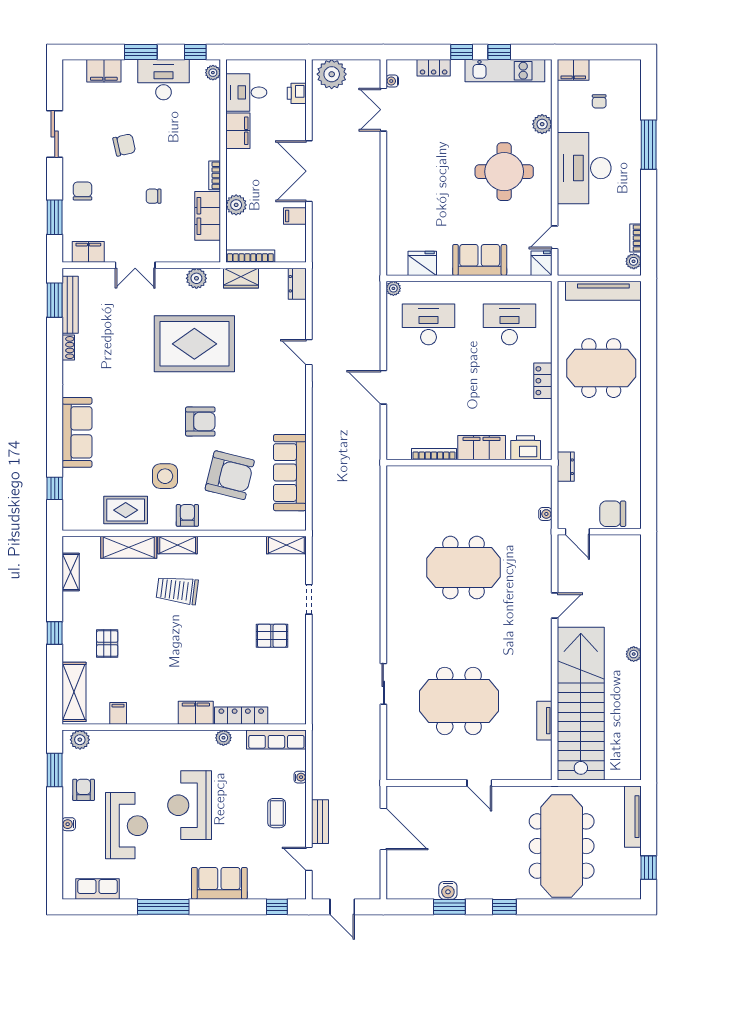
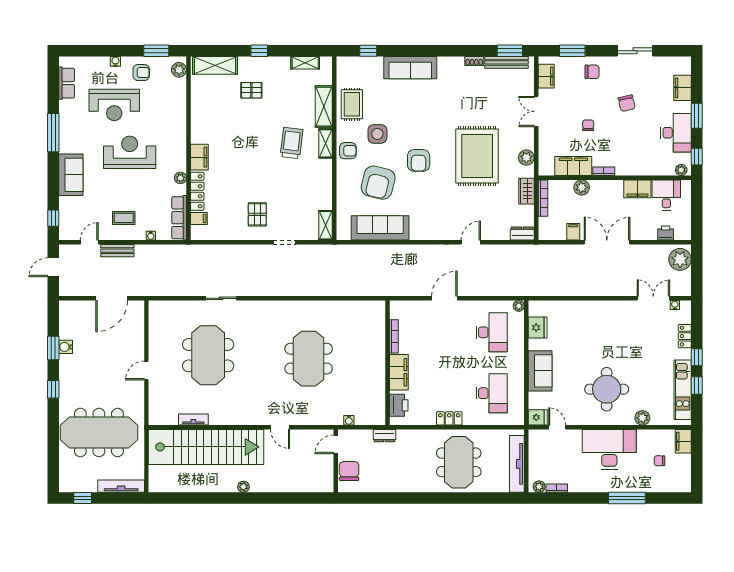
filing cabinet: (118, 713) -> (199, 219), moved

